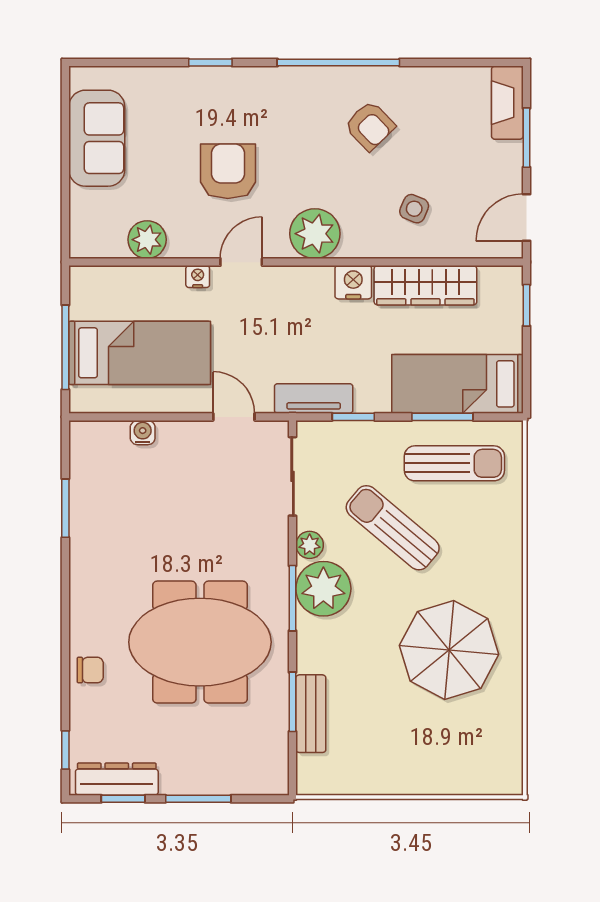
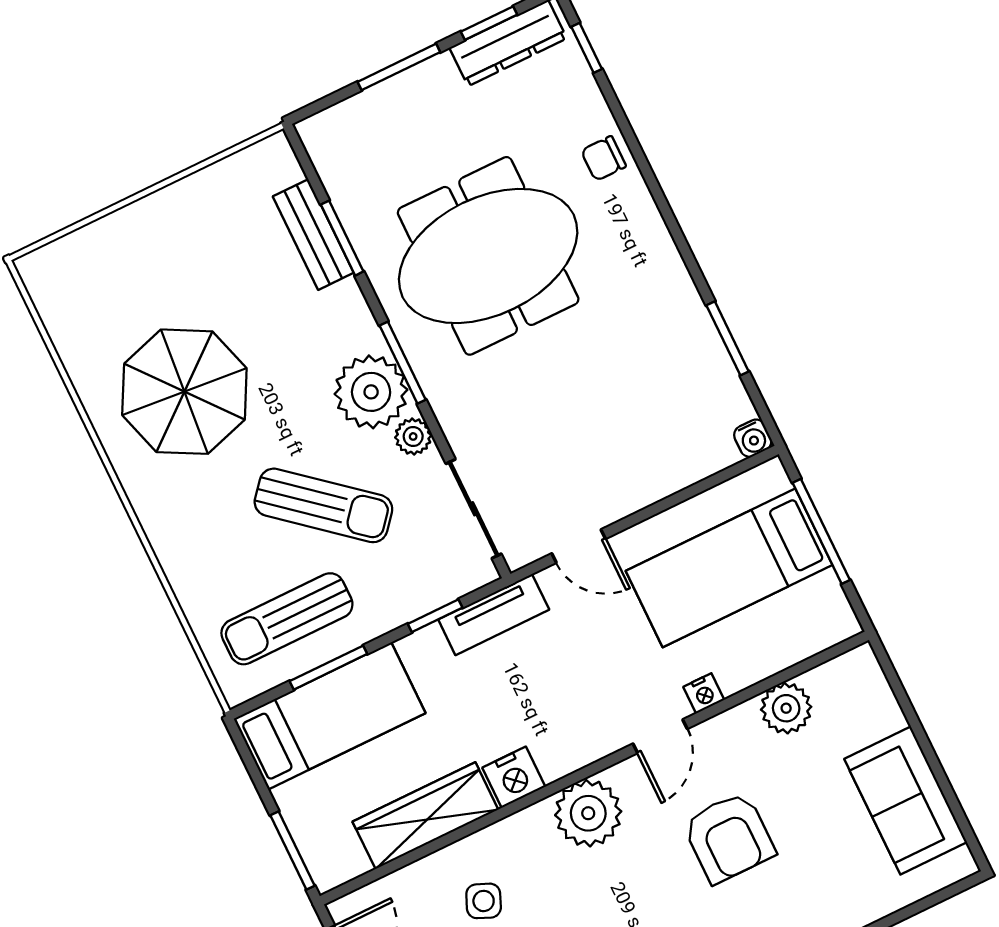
window: (526, 305) -> (292, 850), width x1.50
water cooler: (143, 433) -> (753, 438), moved

